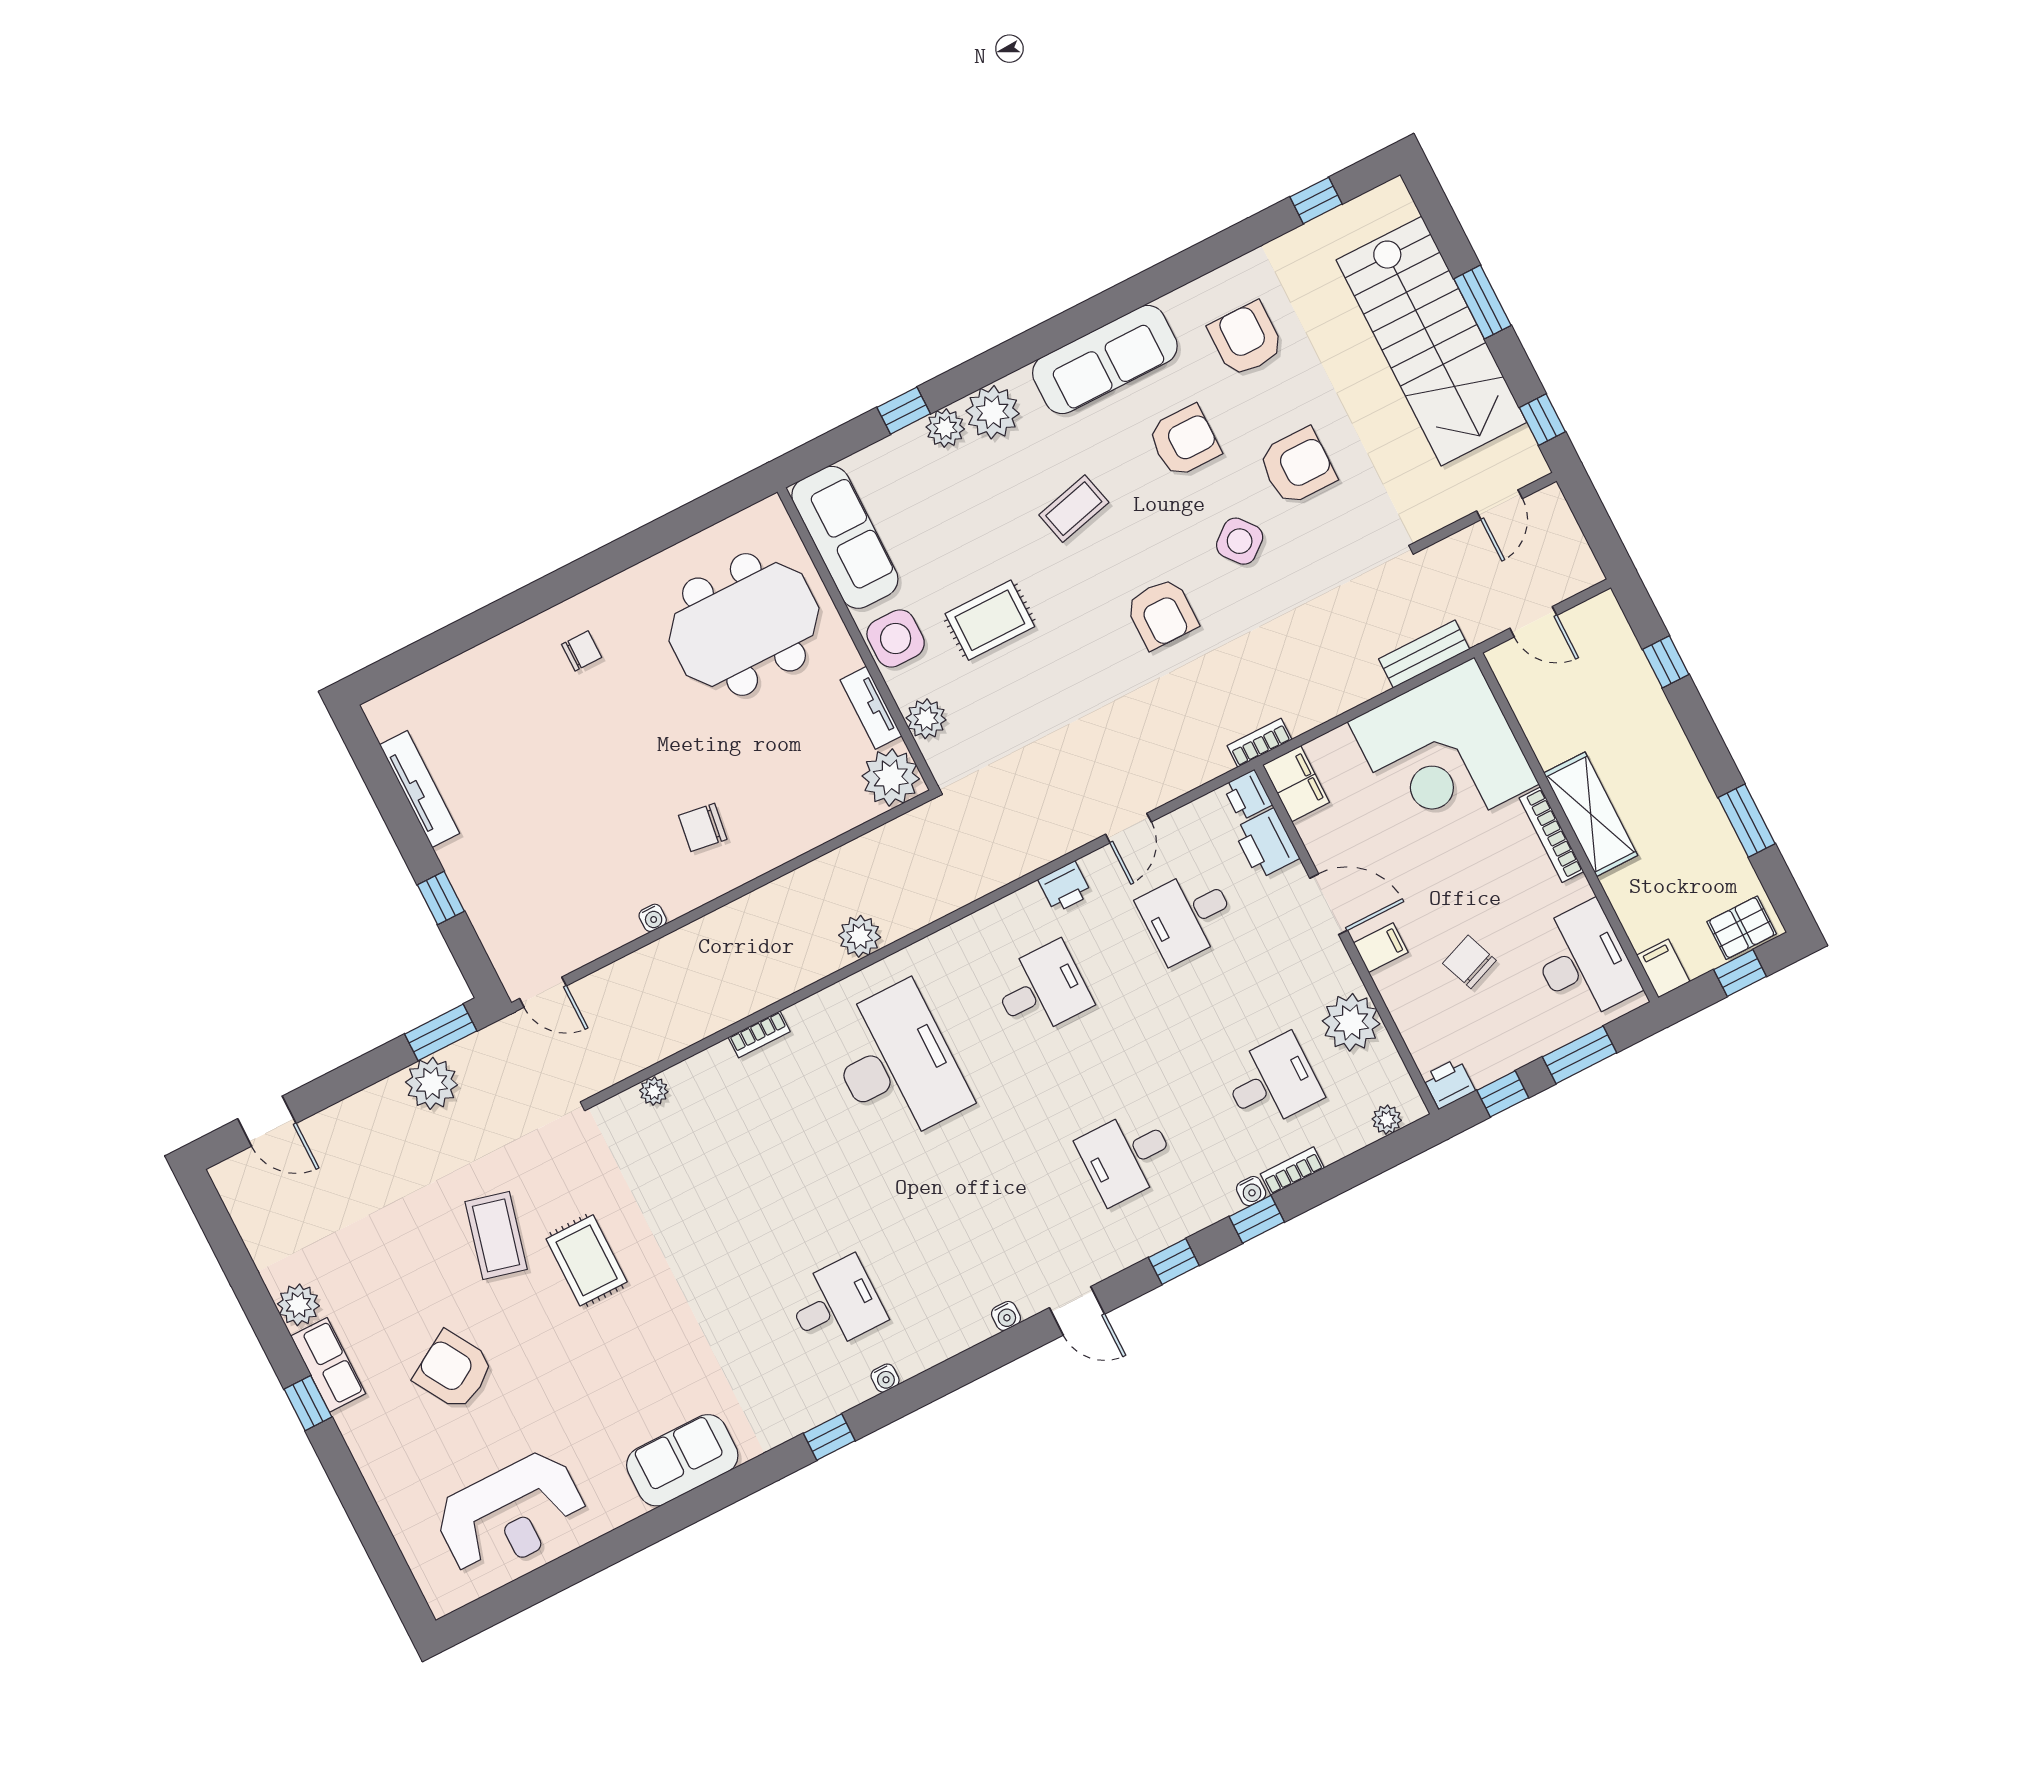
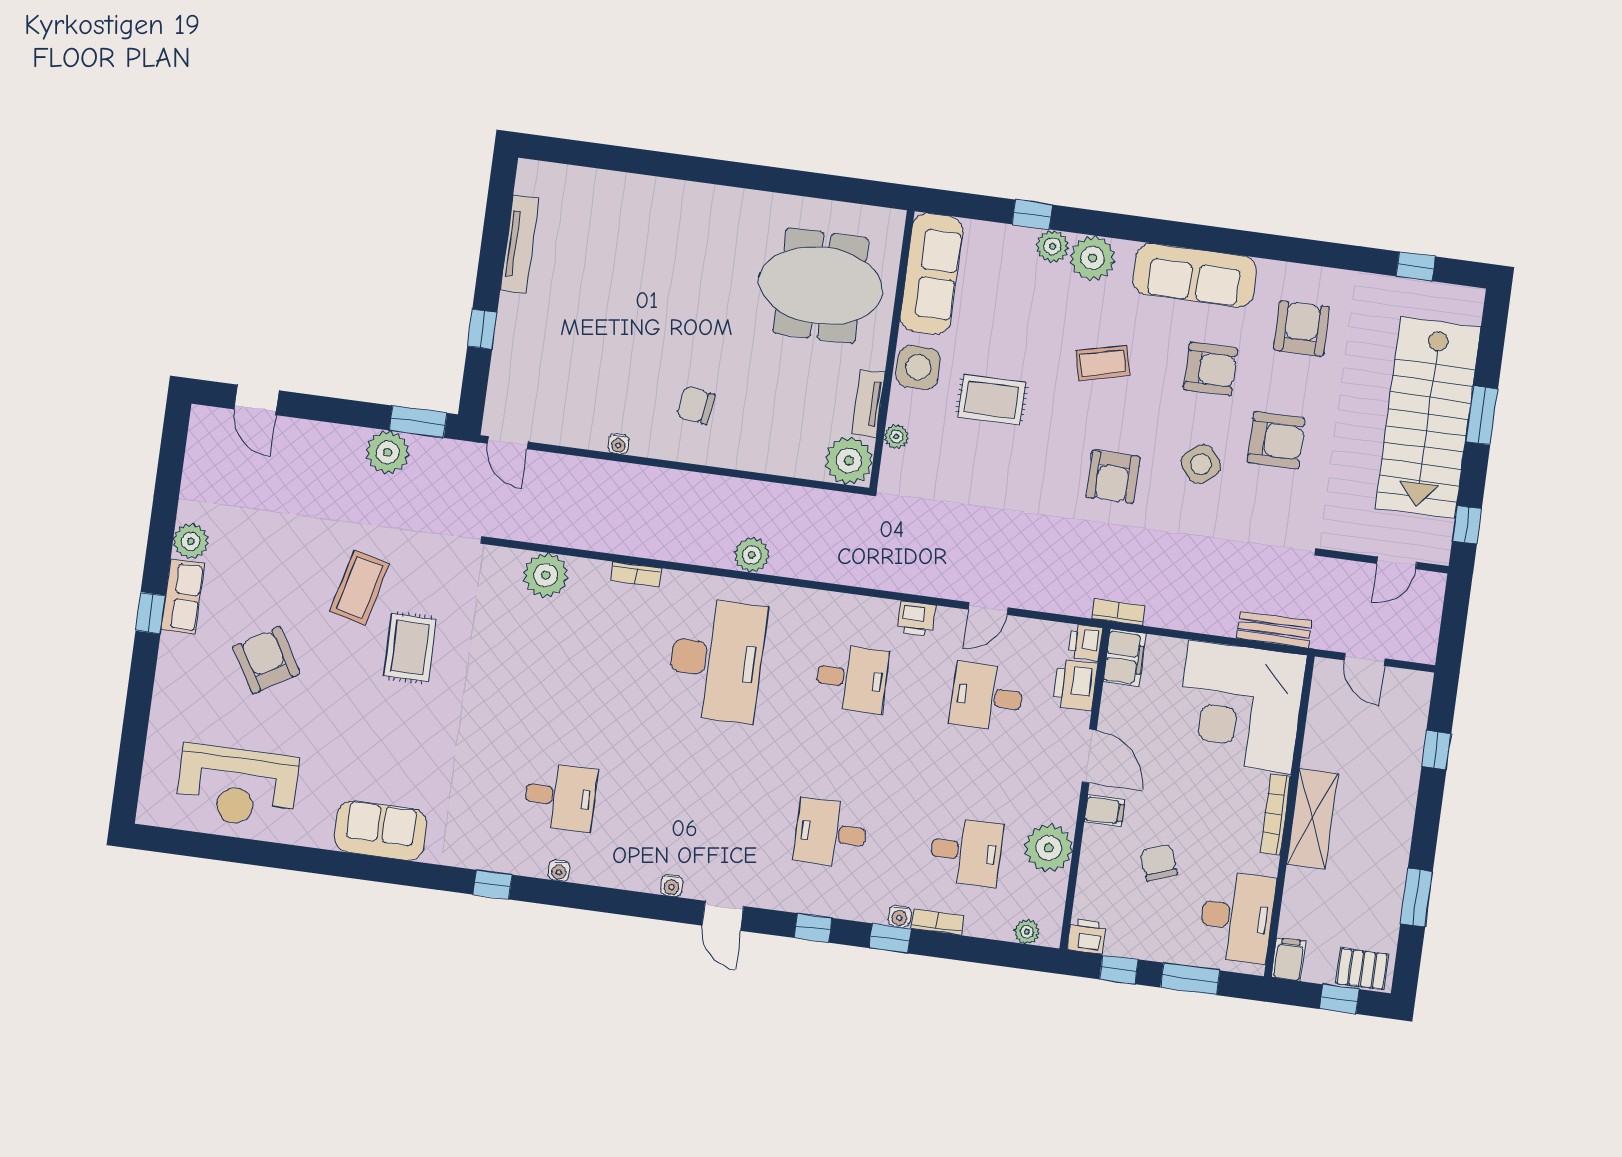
chair: (582, 651) -> (697, 226), removed
plant: (926, 719) -> (896, 436), width x0.73, depth x0.73
plant: (654, 1091) -> (546, 575), width x1.87, depth x1.87

